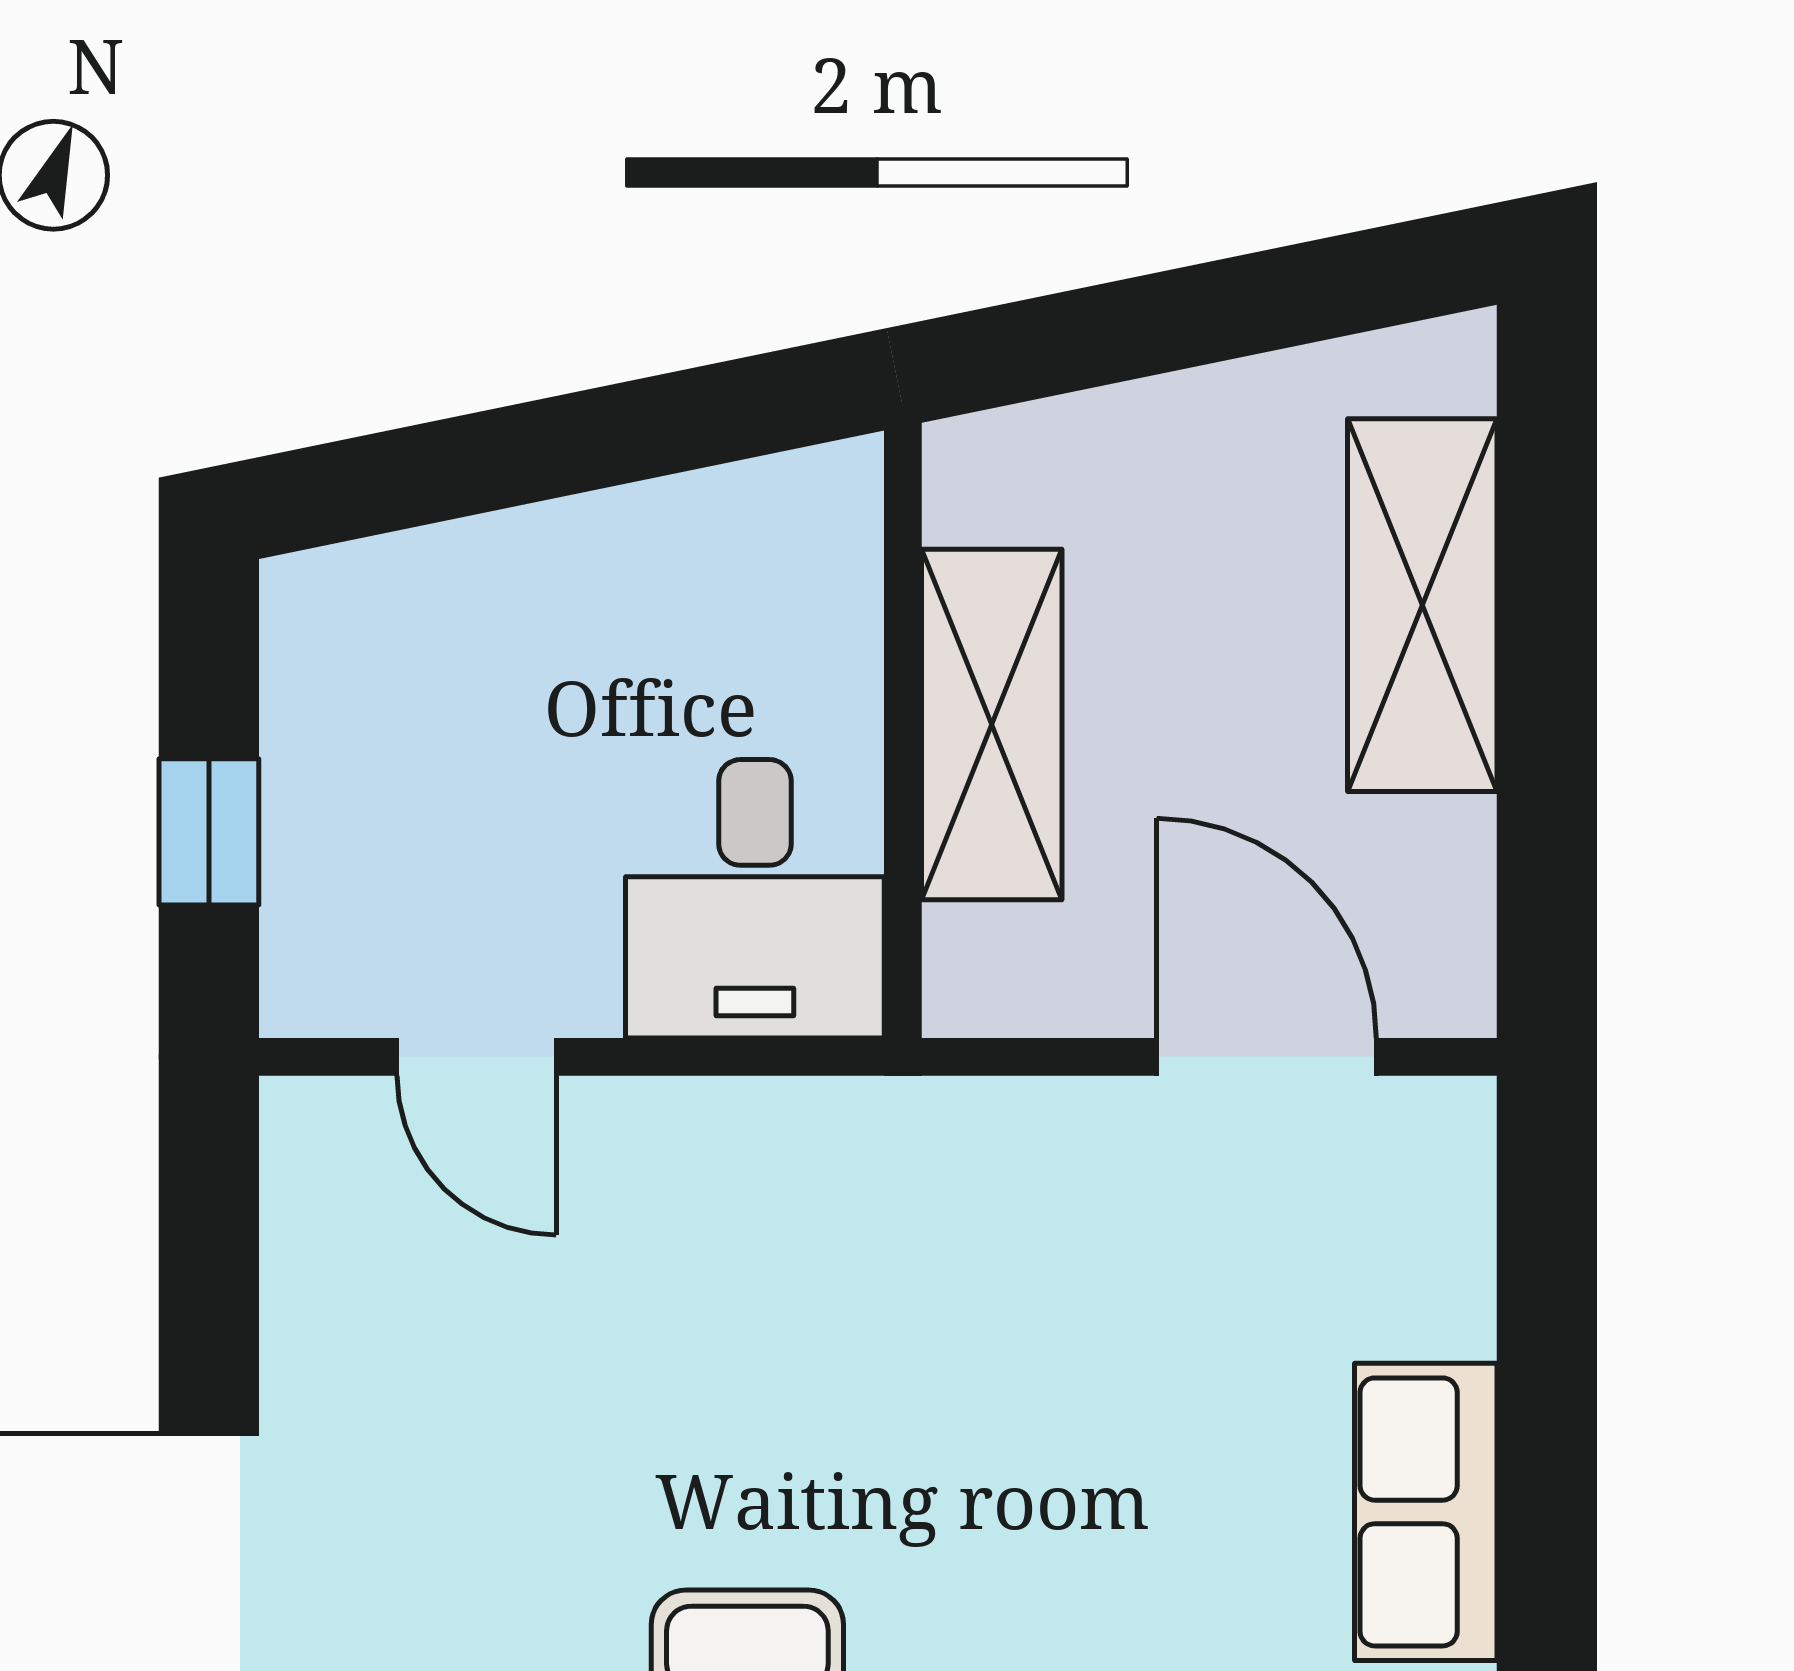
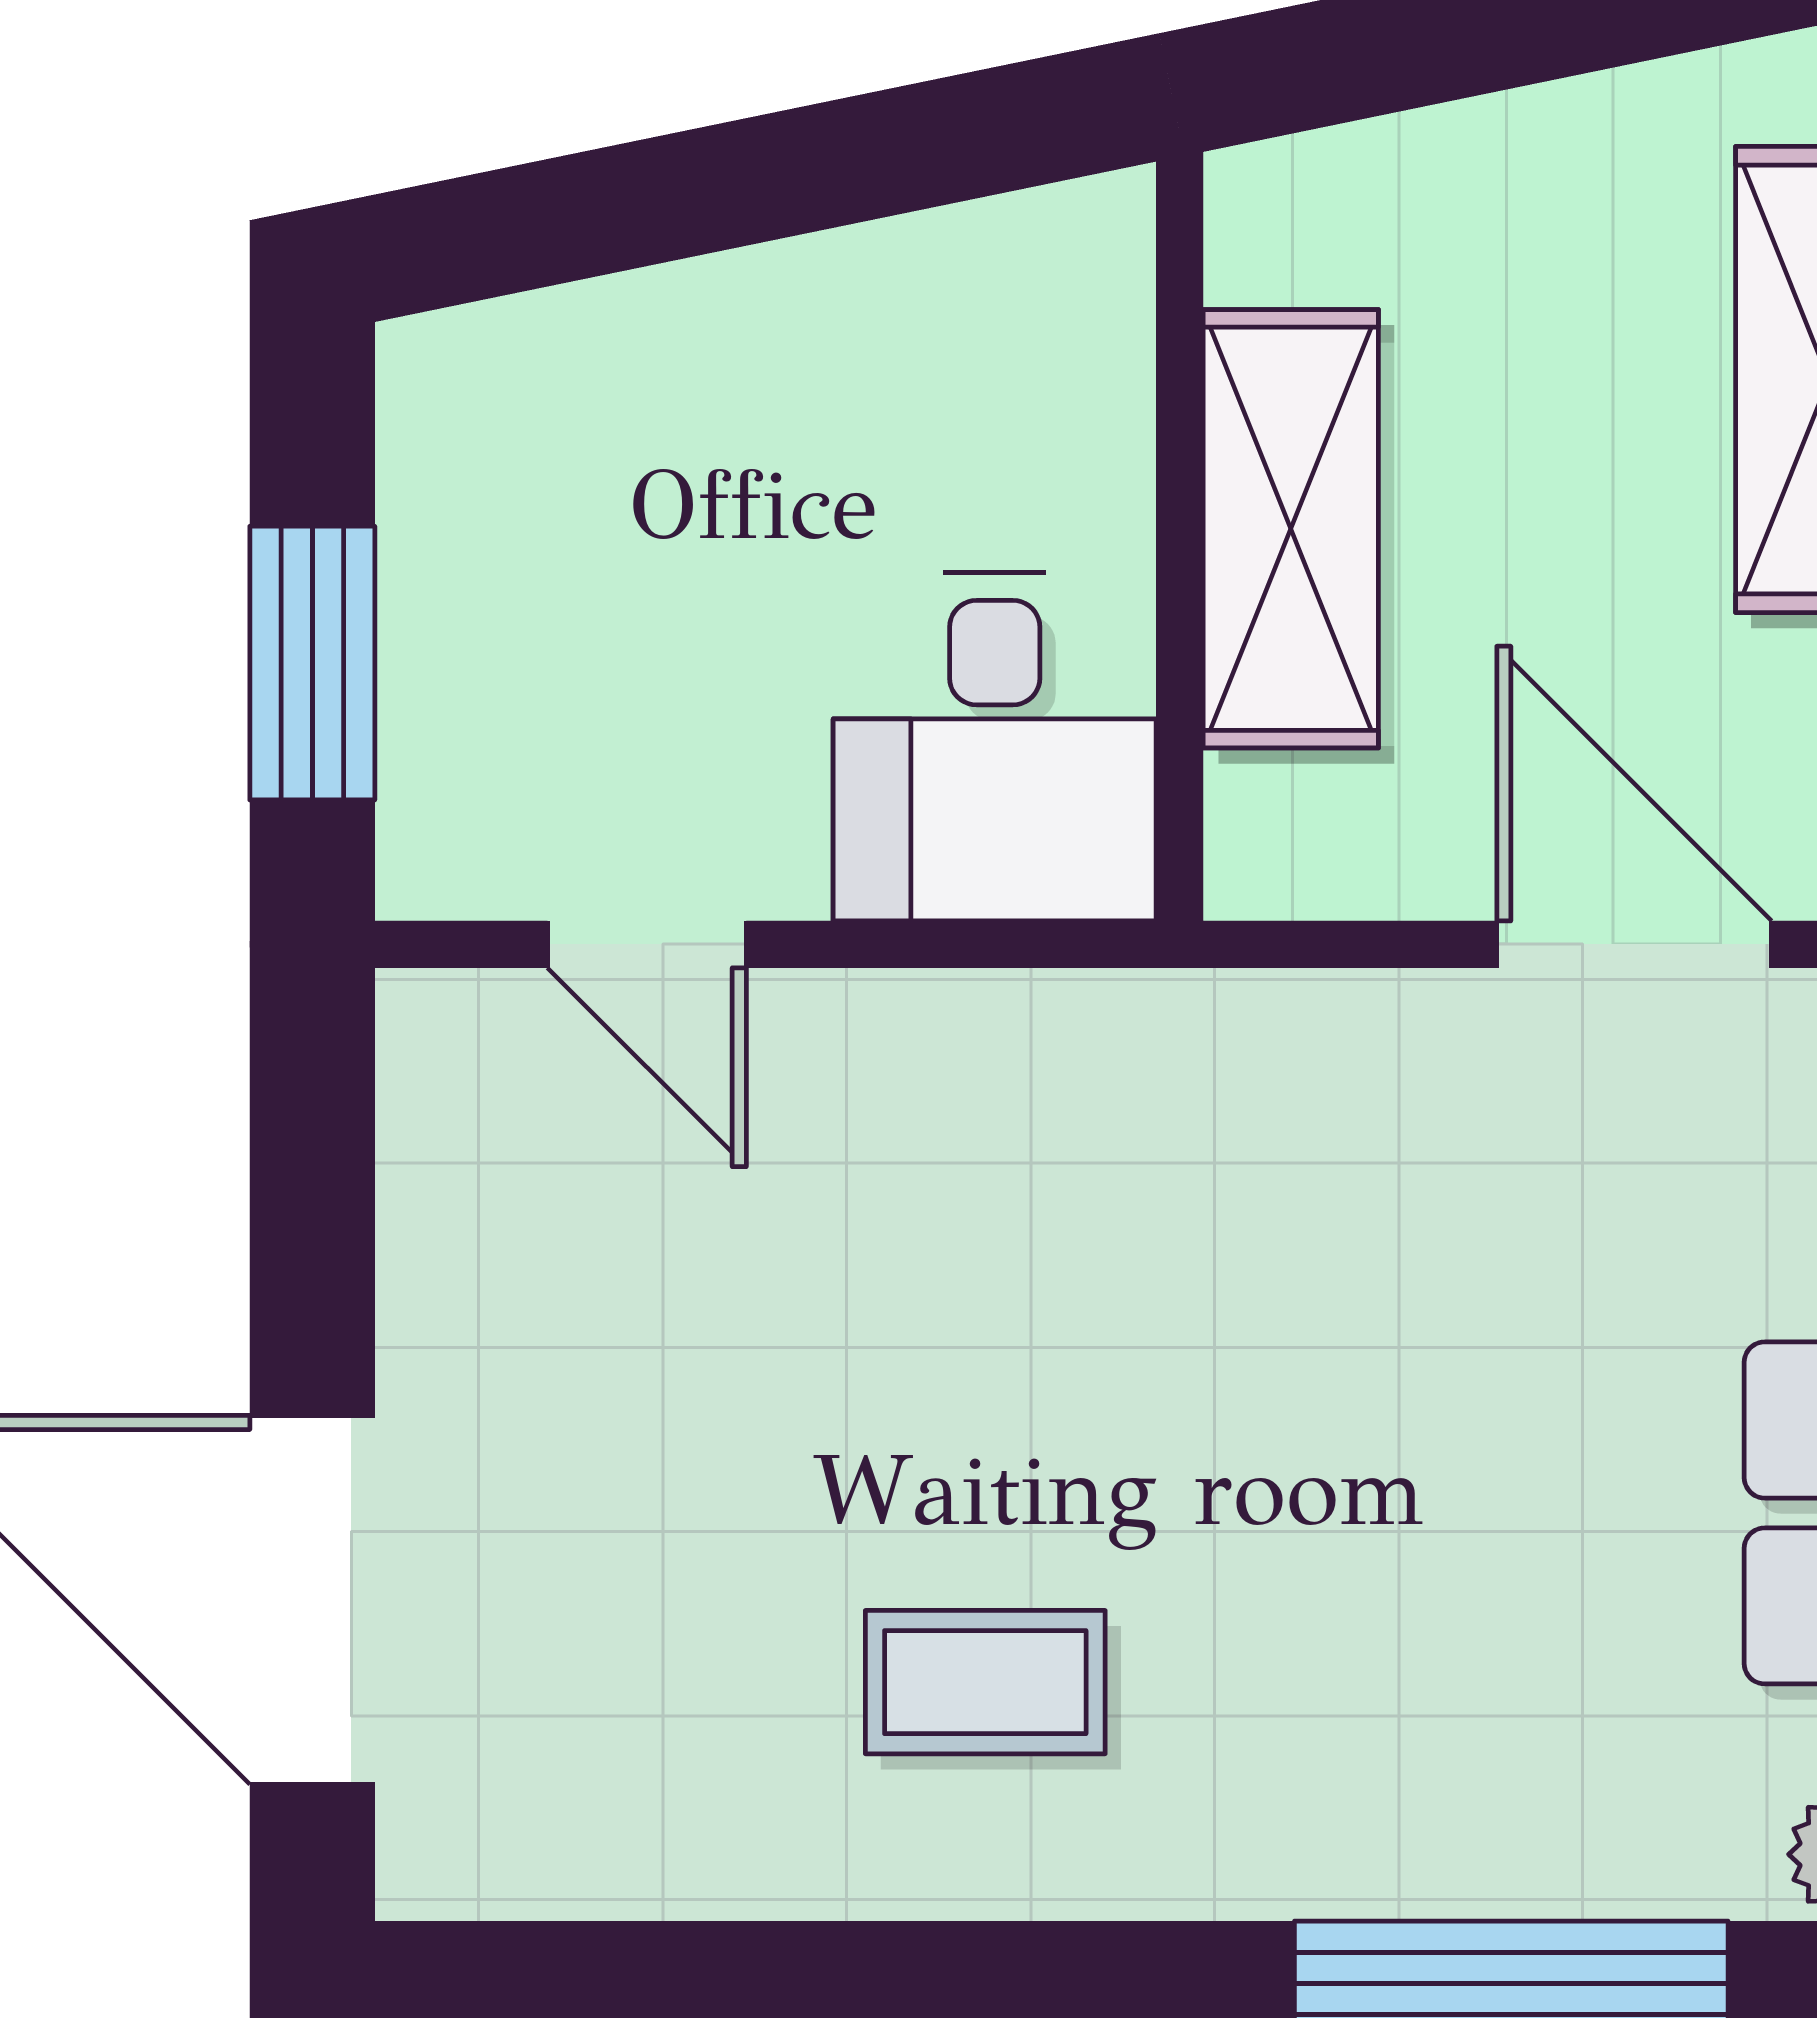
window: (209, 832) -> (312, 663), width x1.50

